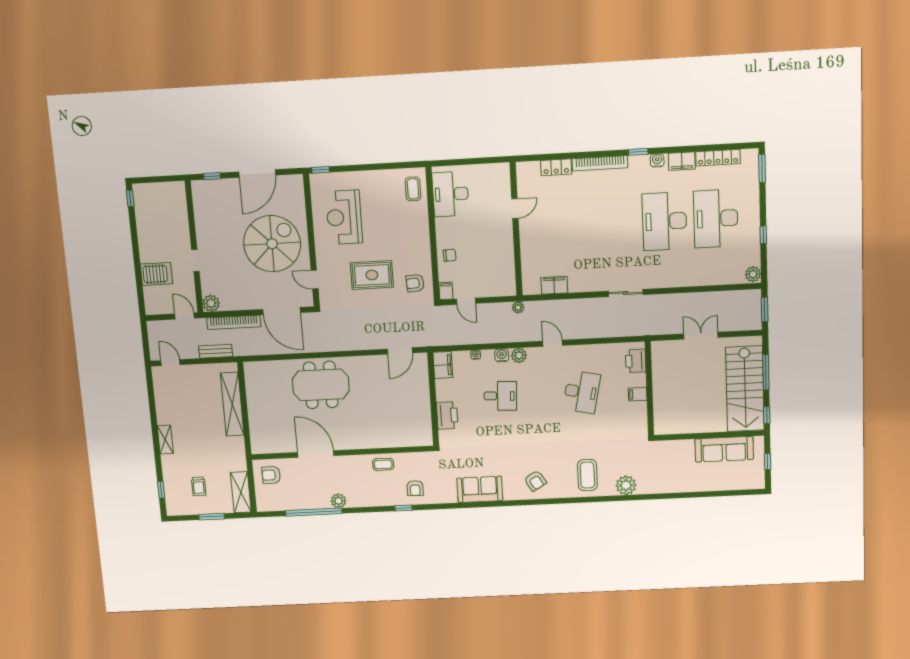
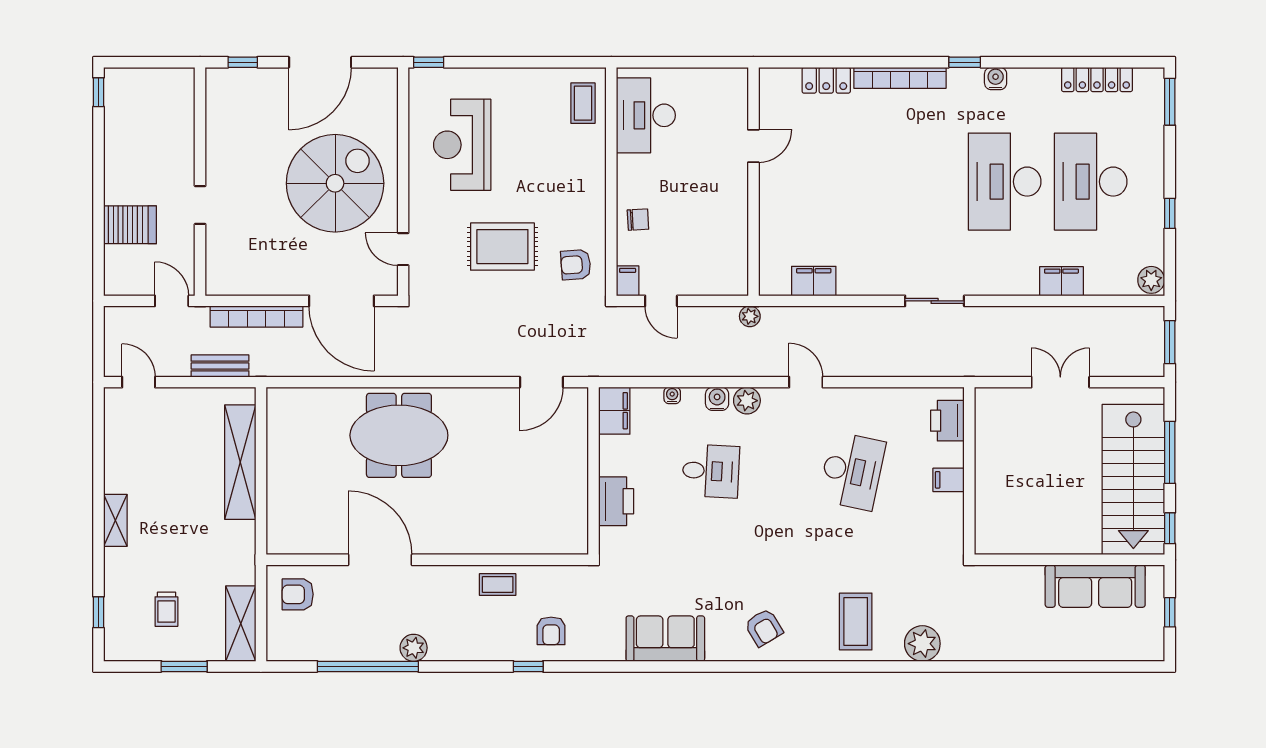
filing cabinet: (682, 161) -> (1061, 281), moved, turned 180
plant: (211, 303) -> (220, 281), removed

